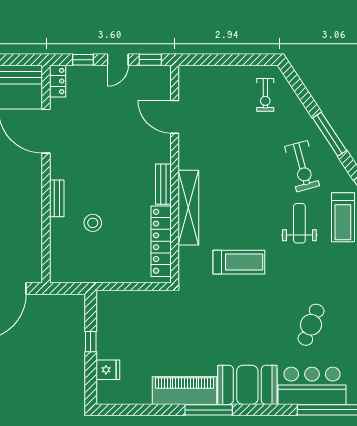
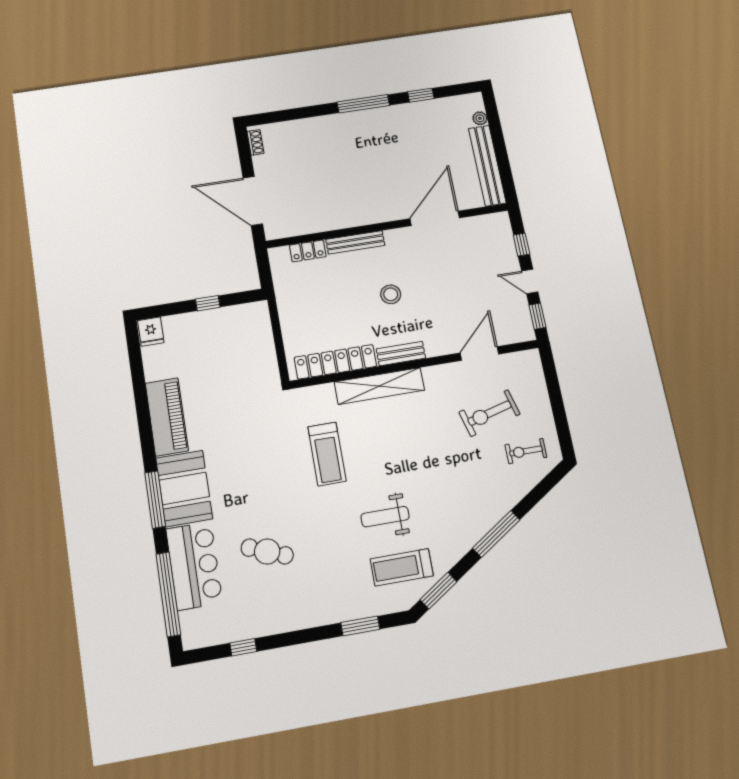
locker: (58, 81) -> (308, 251), moved
exercise bike: (302, 166) -> (490, 413), moved
bench: (57, 198) -> (355, 242), width x1.36
stool: (93, 223) -> (391, 294), moved
weight bench: (299, 223) -> (385, 517), turned 180
fridge: (108, 370) -> (151, 332), moved
window: (209, 410) -> (155, 500), moved

